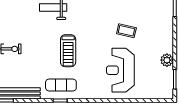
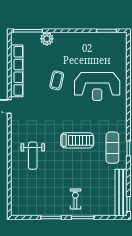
plant: (167, 60) -> (47, 39), moved

